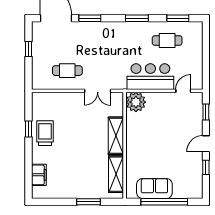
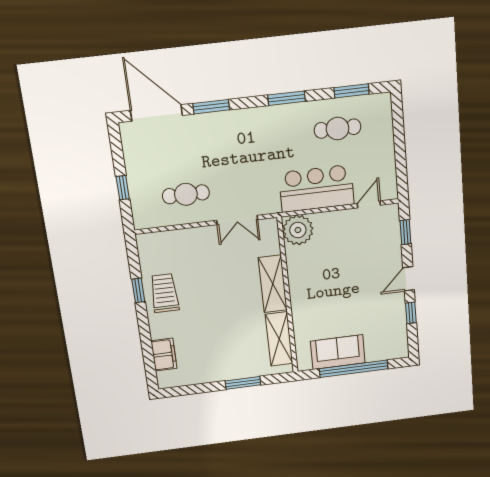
window: (29, 49) -> (123, 188), moved

